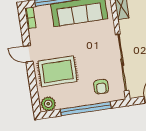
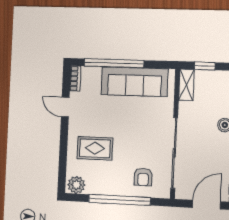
door: (28, 54) -> (65, 107), moved
rug: (58, 71) -> (95, 148), width x0.73, depth x0.70

